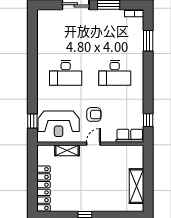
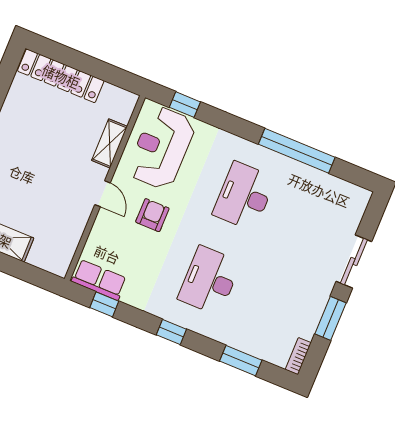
window: (32, 56) -> (297, 151), added
window: (148, 81) -> (171, 332), added
armchair: (94, 114) -> (152, 215), turned 180
row of seats: (130, 136) -> (99, 280), moved, turned -90

